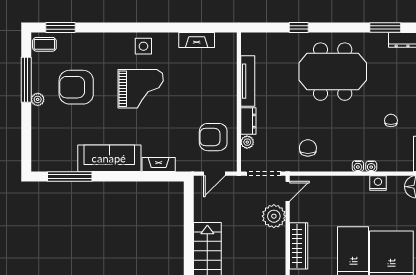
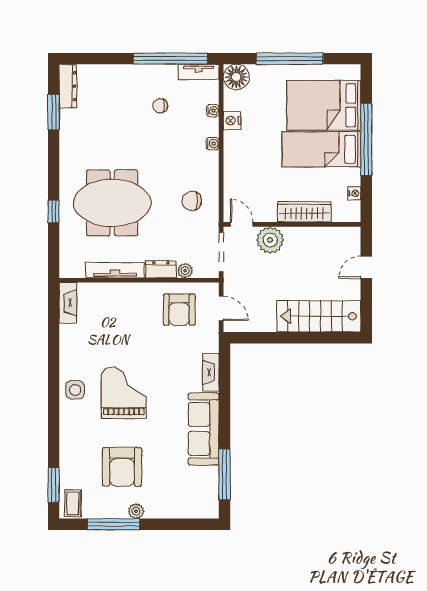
fireplace: (197, 40) -> (68, 303), moved
meeting table: (333, 72) -> (112, 203), moved, turned 90
water cooler: (371, 166) -> (213, 111), moved

